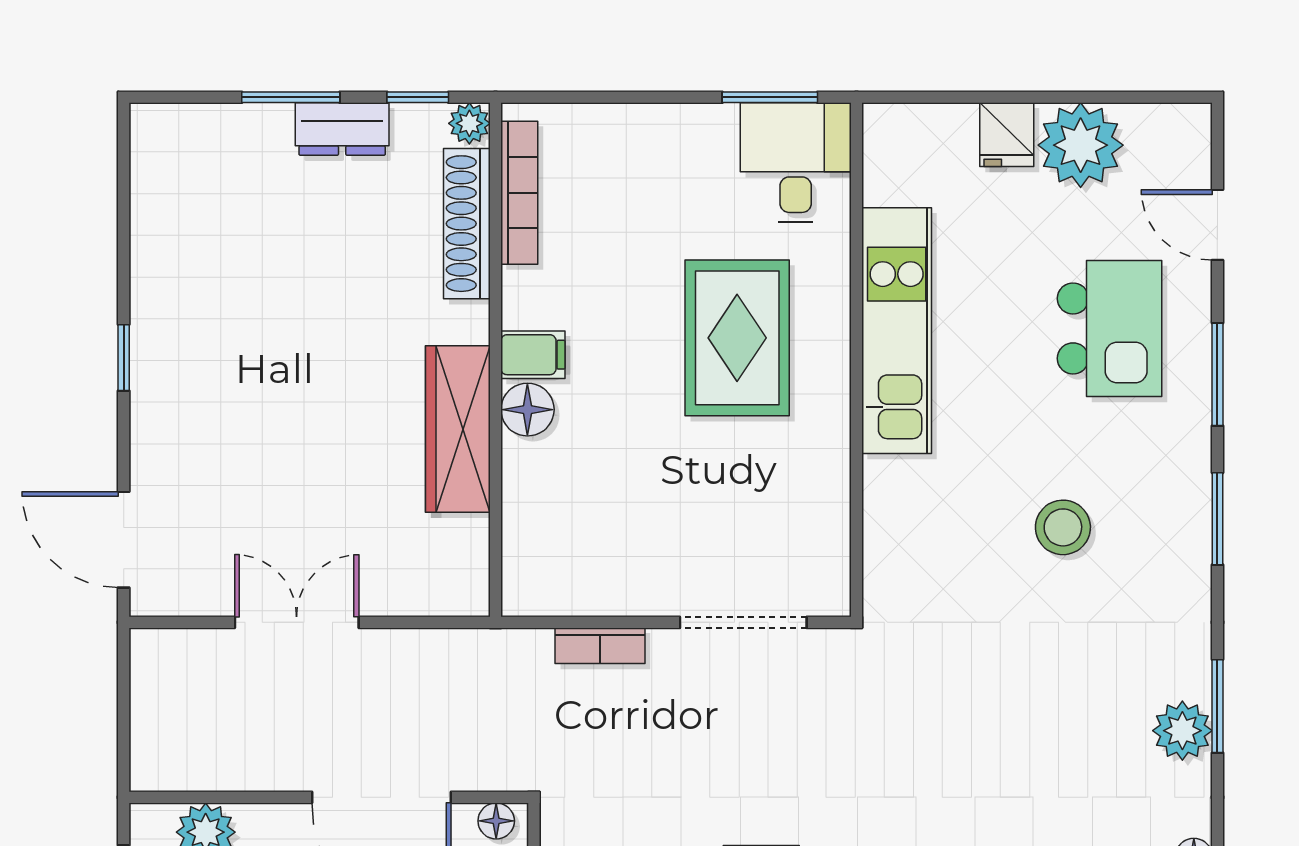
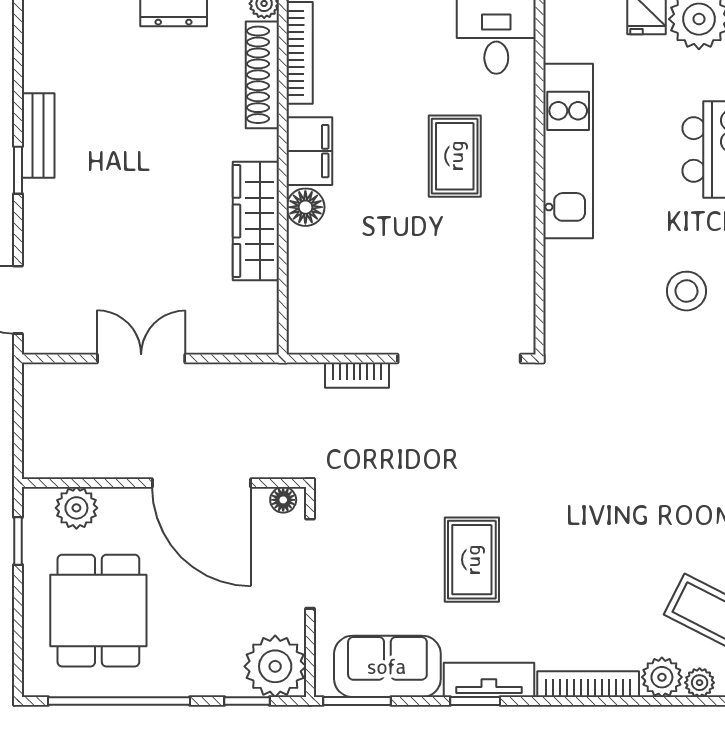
bench: (152, 309) -> (38, 135), added
rug: (737, 338) -> (455, 156), width x0.73, depth x0.70
filing cabinet: (533, 355) -> (309, 151), width x2.00
doorway: (743, 622) -> (459, 359), width x1.36

